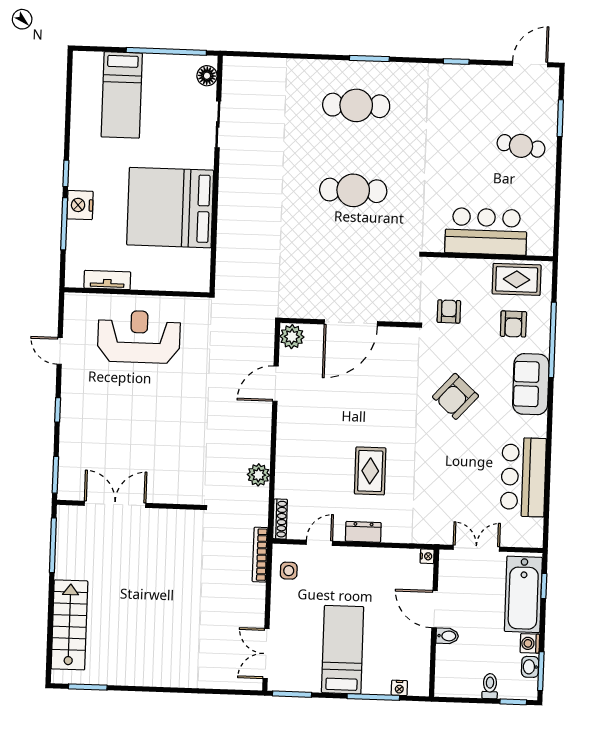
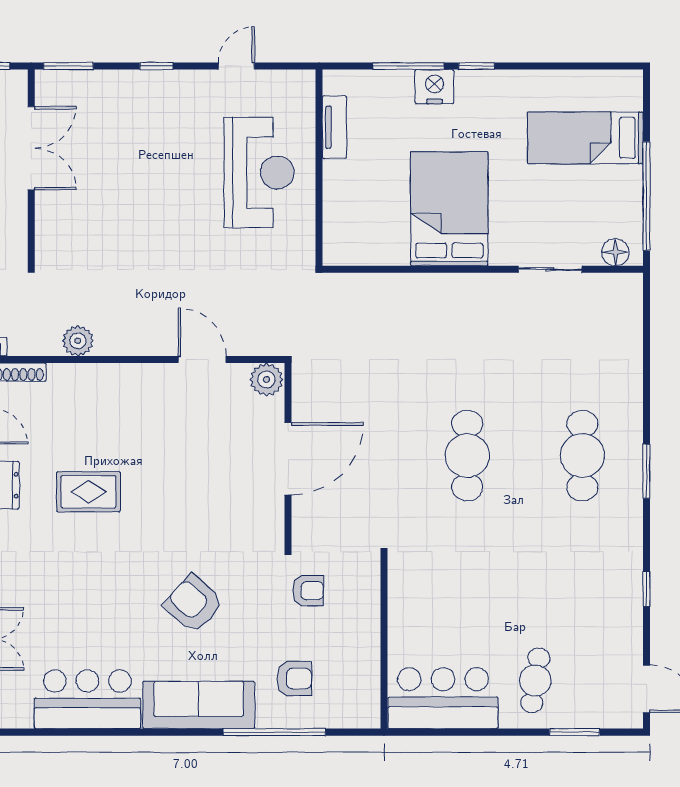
bed: (170, 208) -> (449, 209), width x0.73
bar counter: (486, 231) -> (443, 698), moved, turned -90
rug: (517, 279) -> (354, 681), removed
door: (351, 323) -> (288, 459), swing flipped
armchair: (513, 324) -> (294, 679), turned 180
sofa: (531, 384) -> (199, 705), width x1.36

